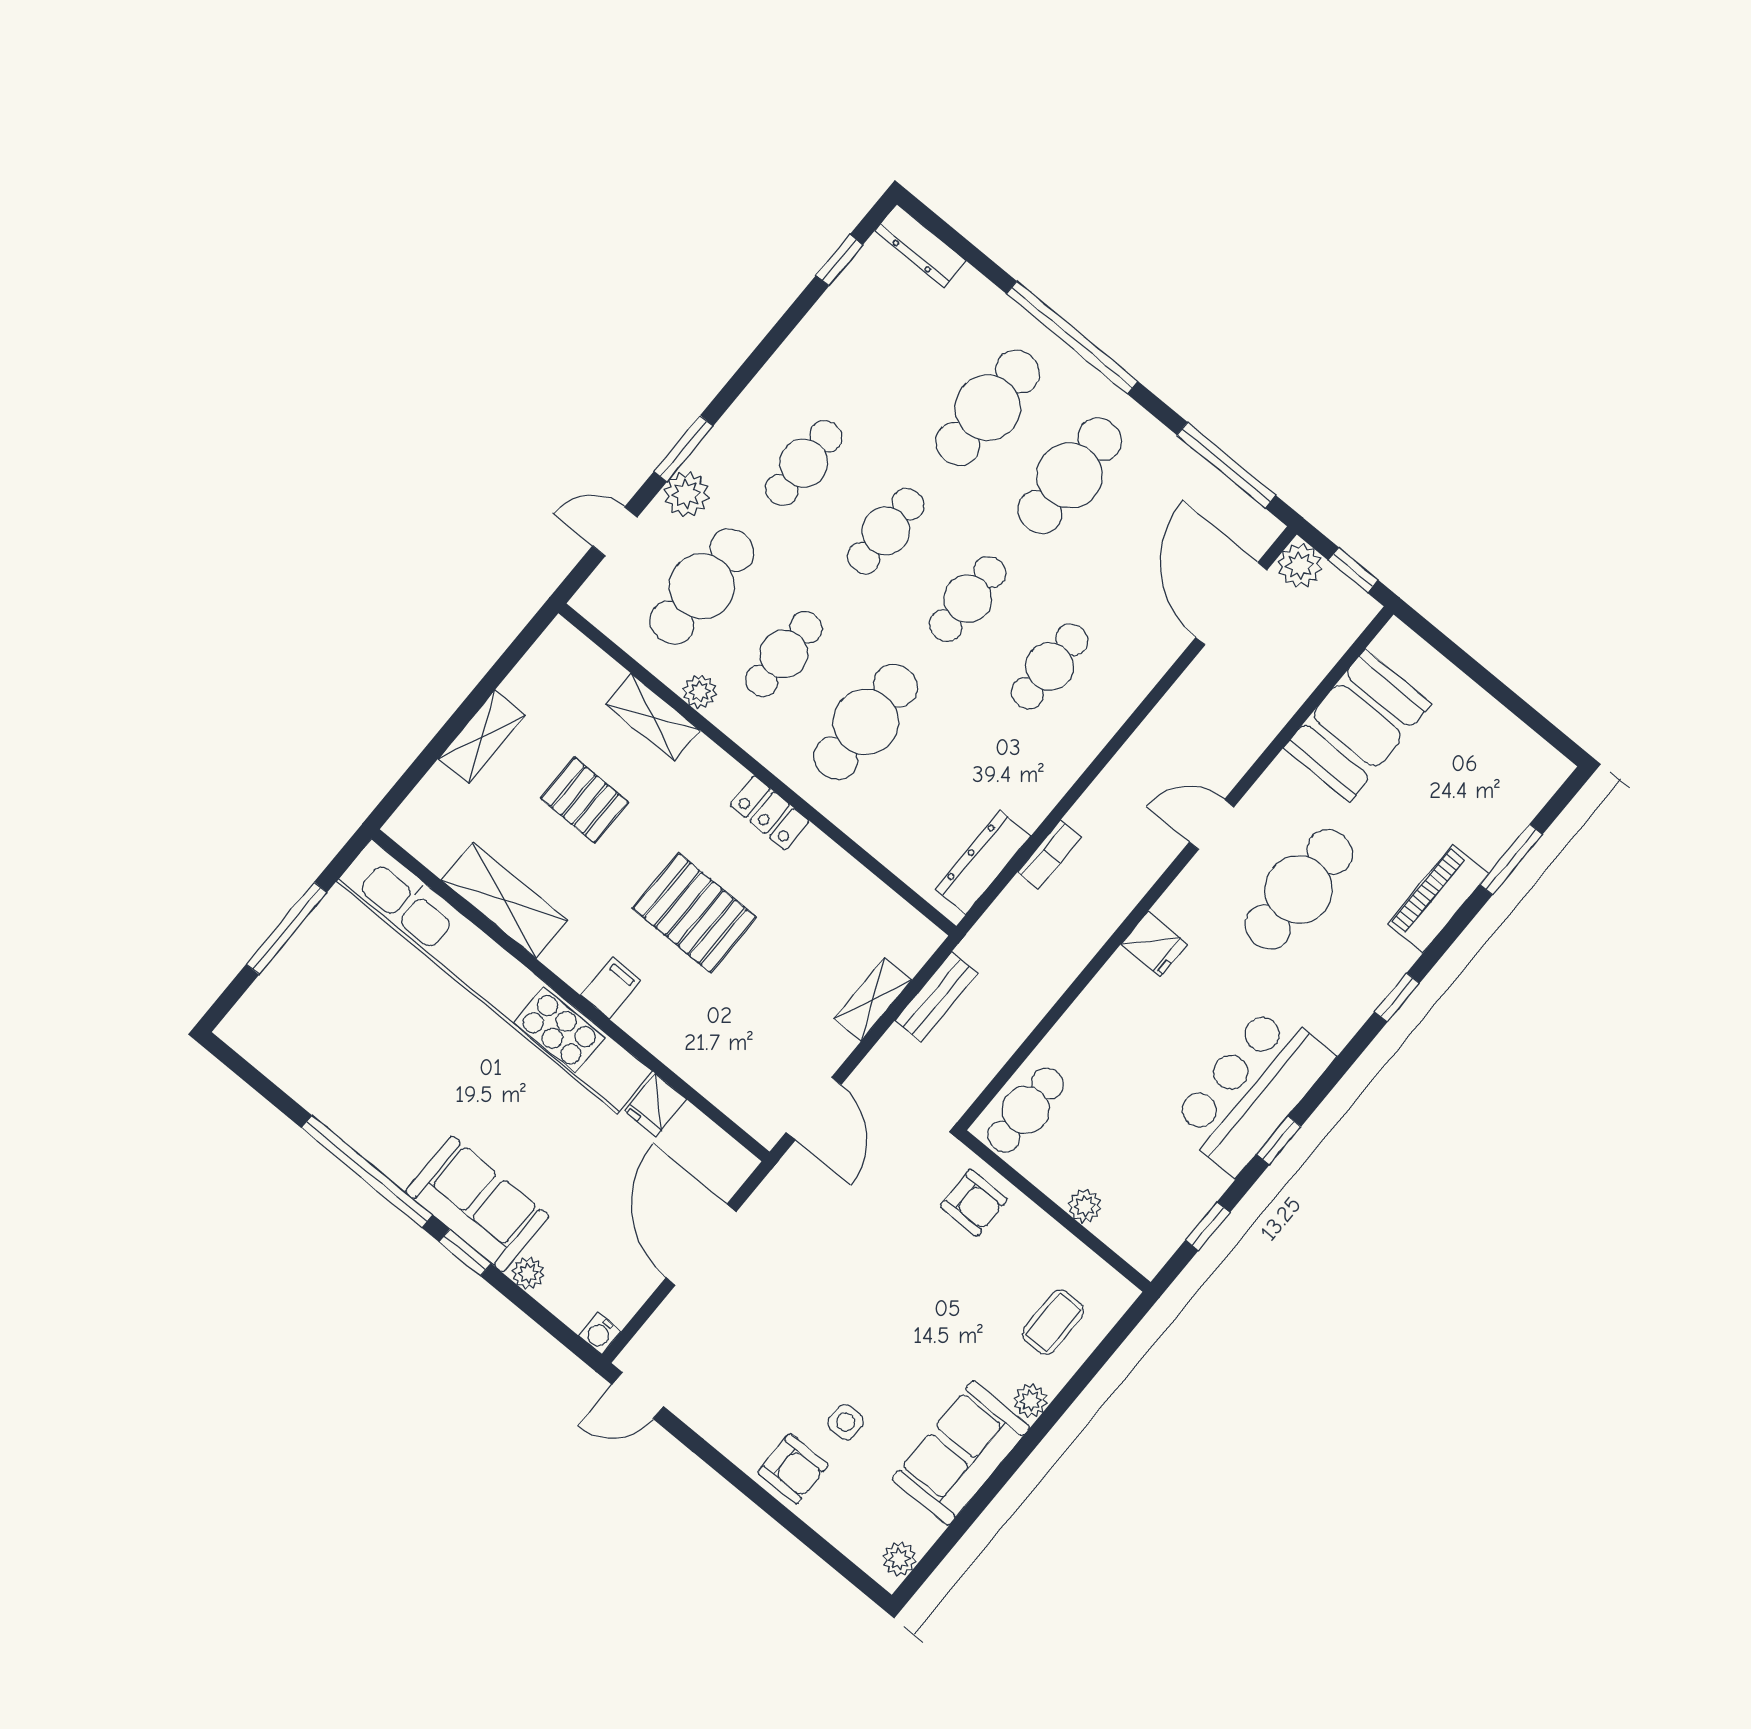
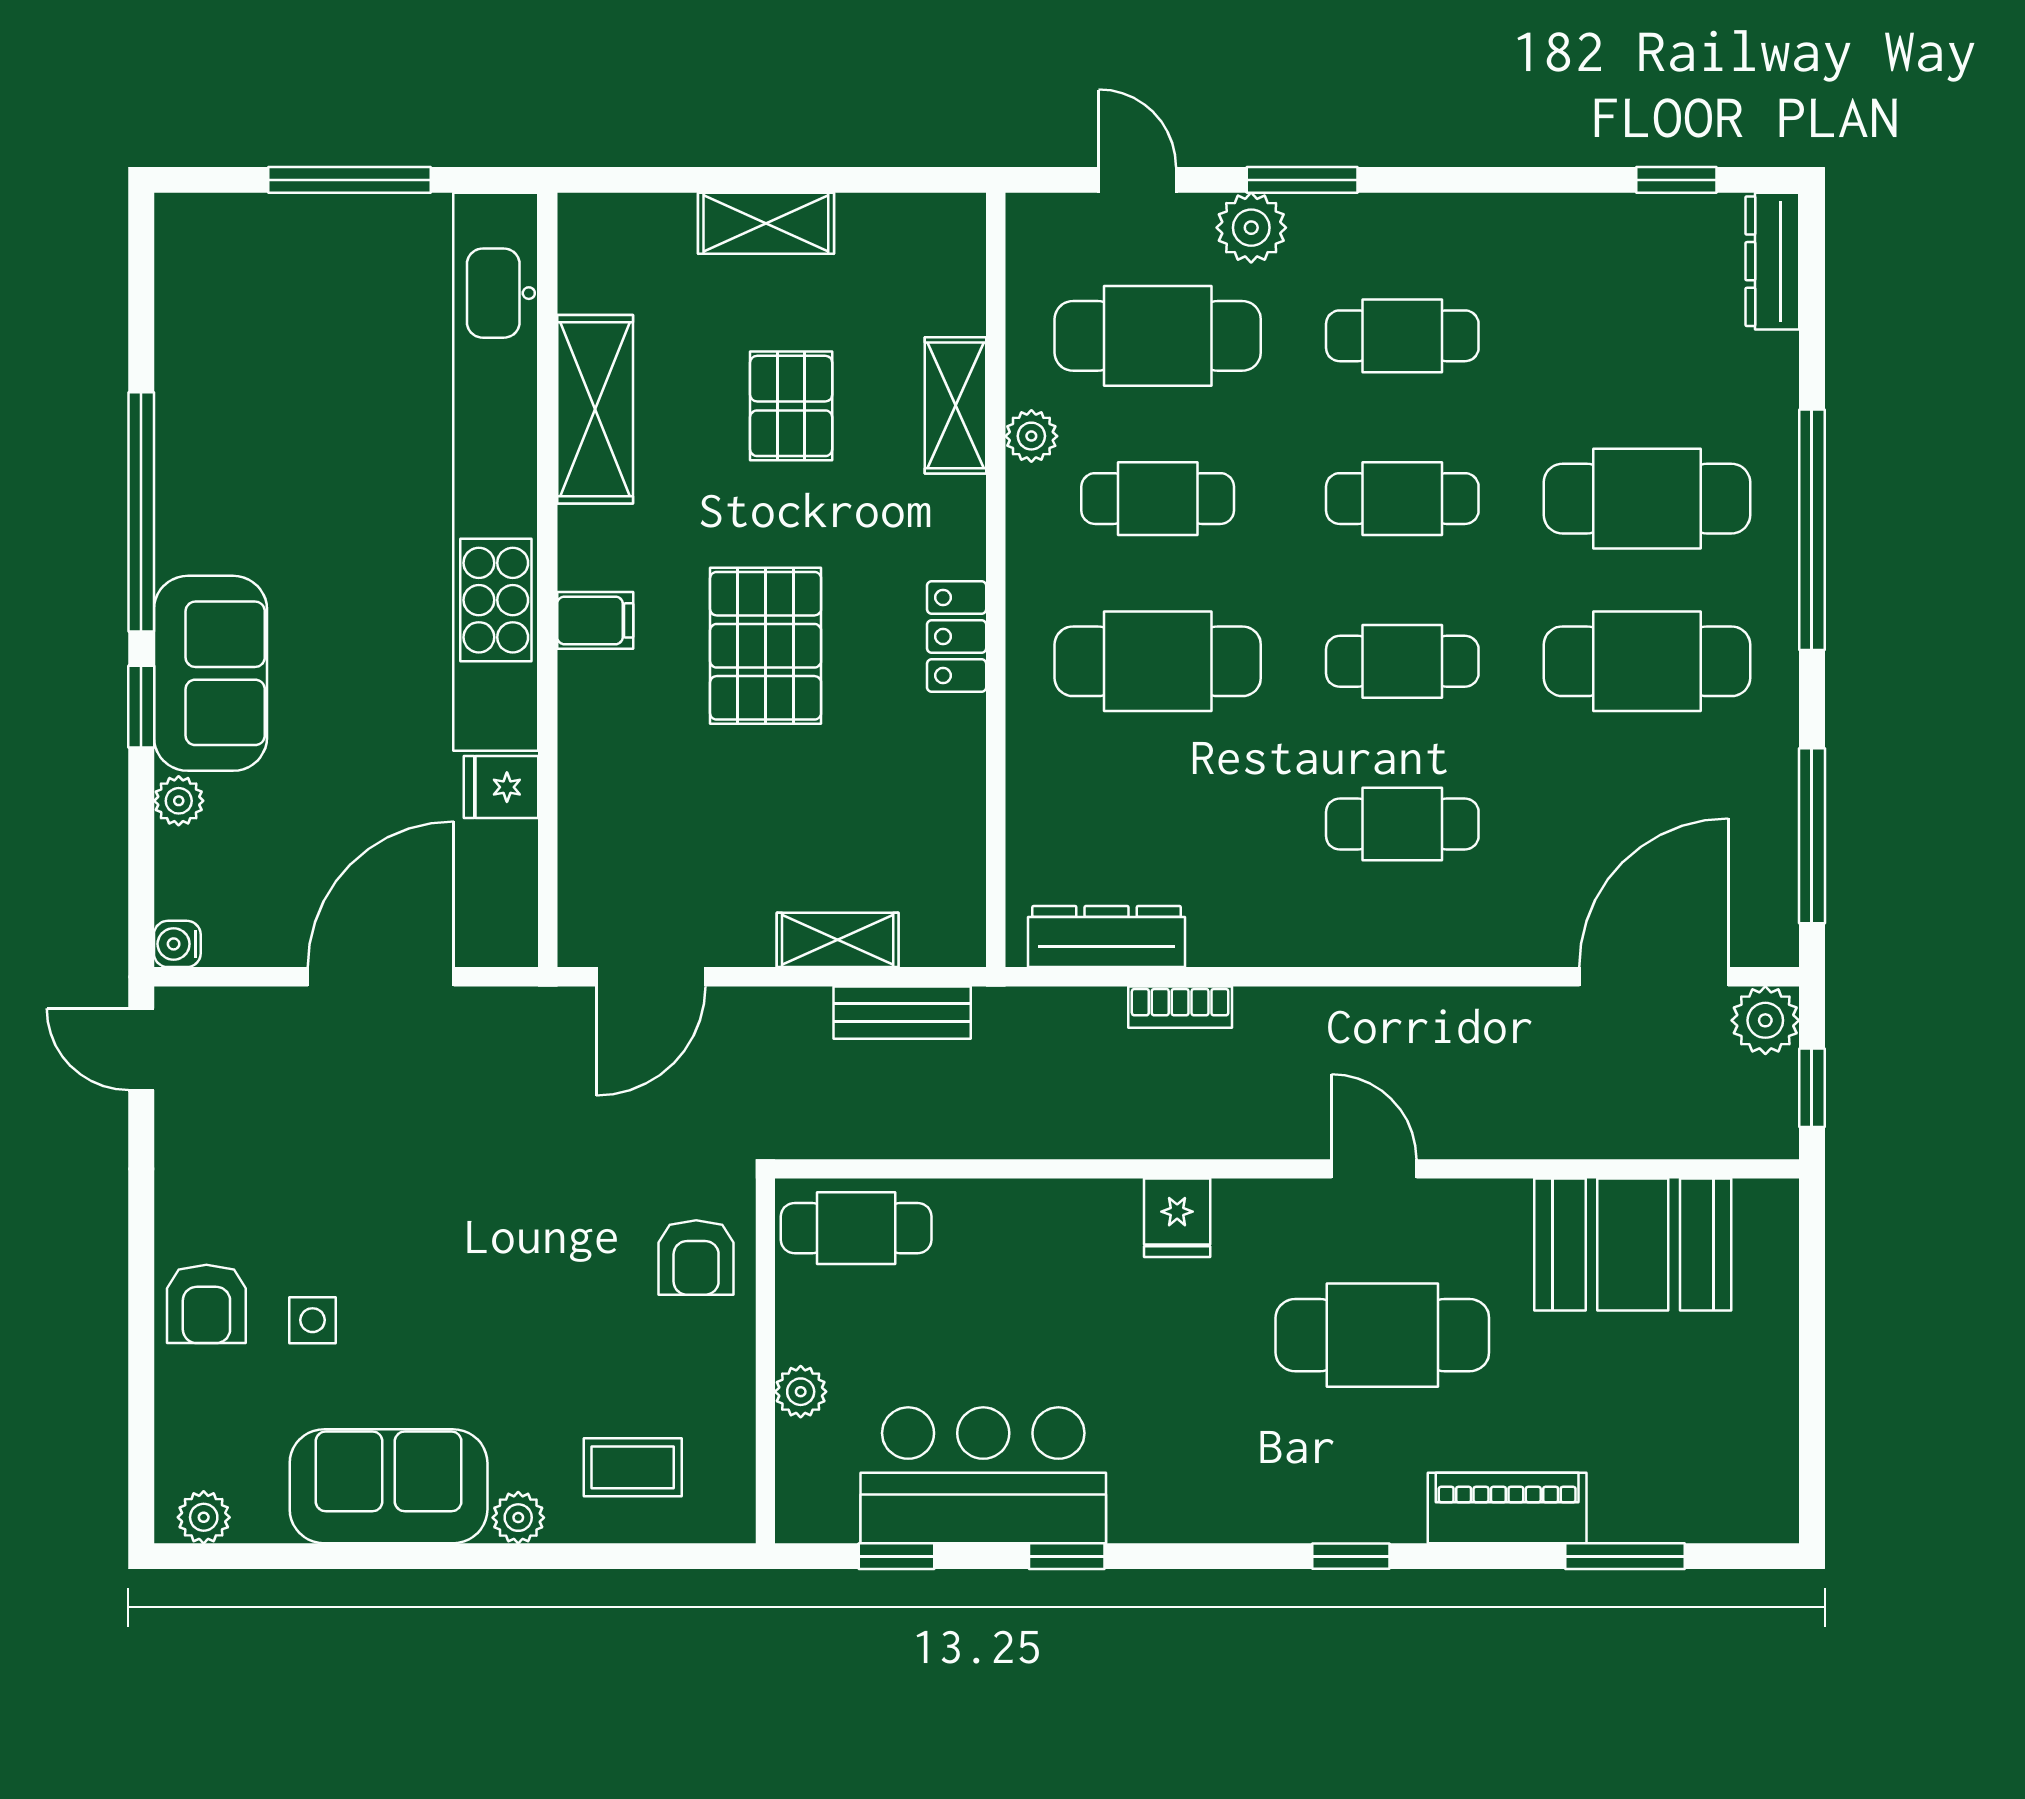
bar counter: (1252, 1090) -> (983, 1475), moved

